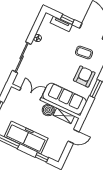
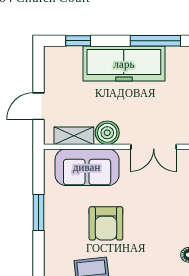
armchair: (84, 77) -> (106, 223), moved
sofa: (65, 99) -> (87, 167), width x0.73

